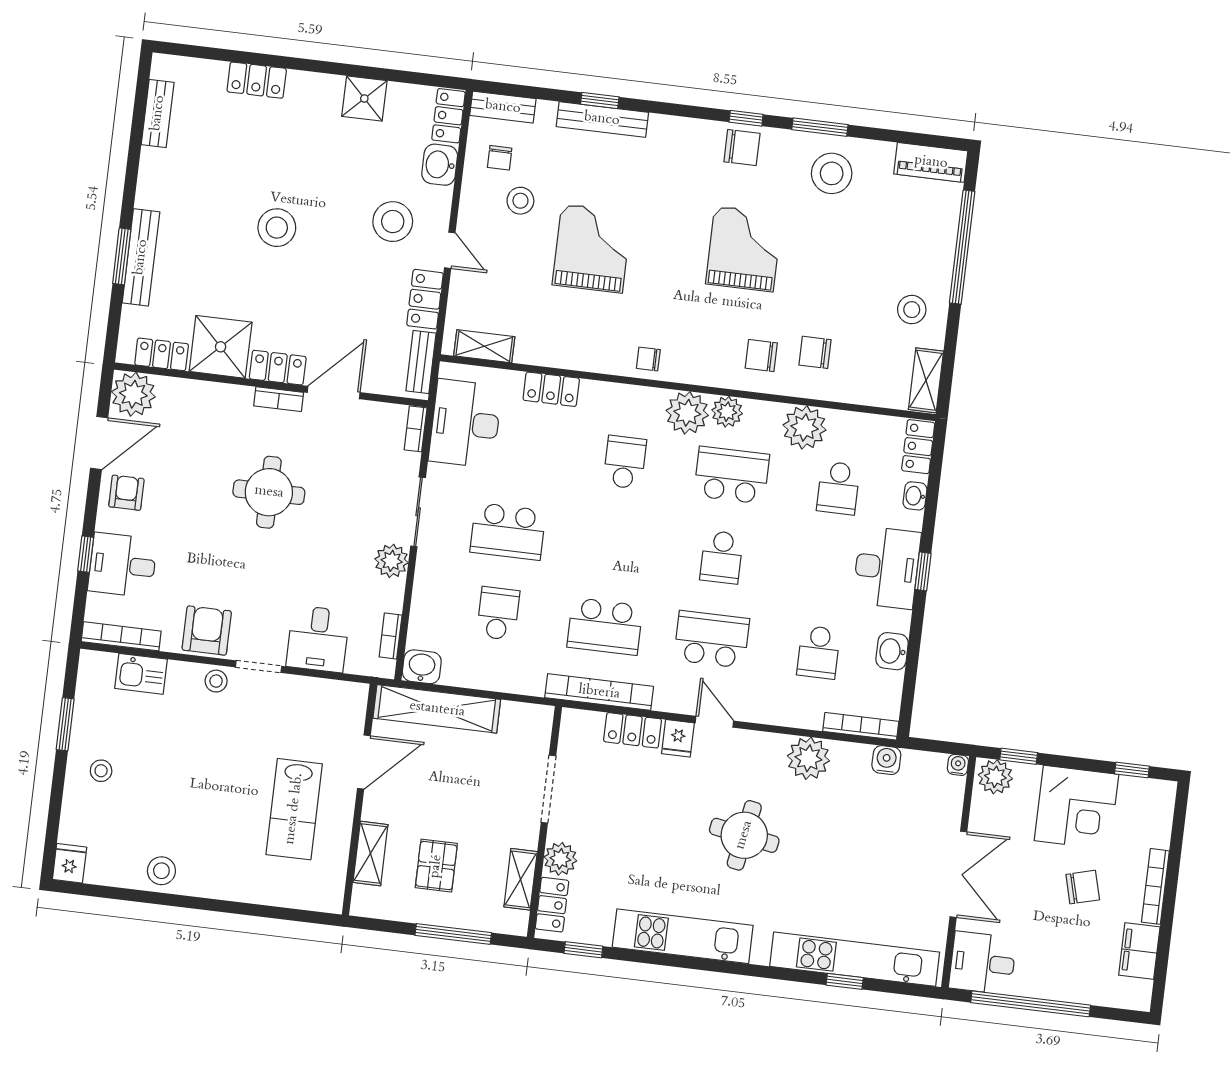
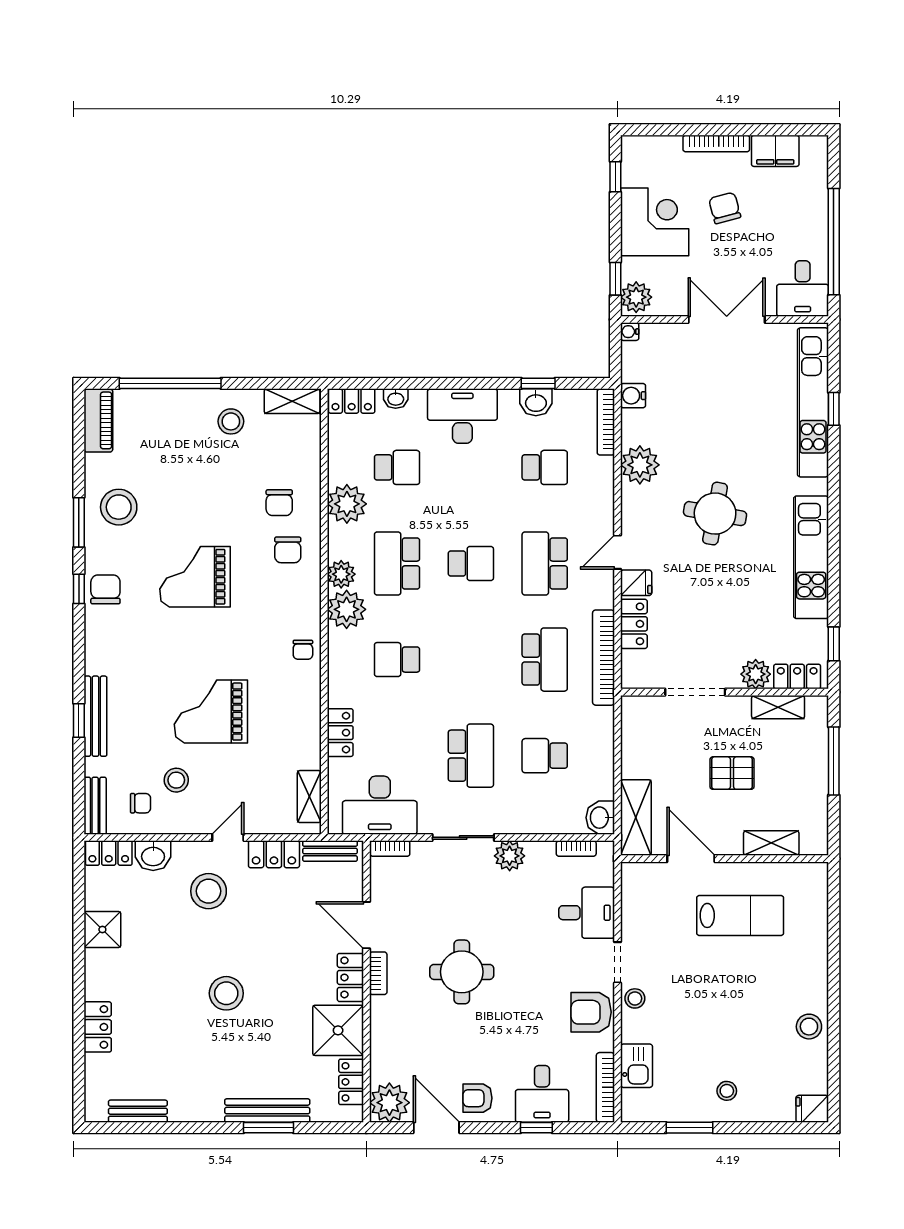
window: (923, 571) -> (538, 383), moved
shelving: (437, 709) -> (636, 818), width x0.68
pallet: (436, 866) -> (732, 773), moved

